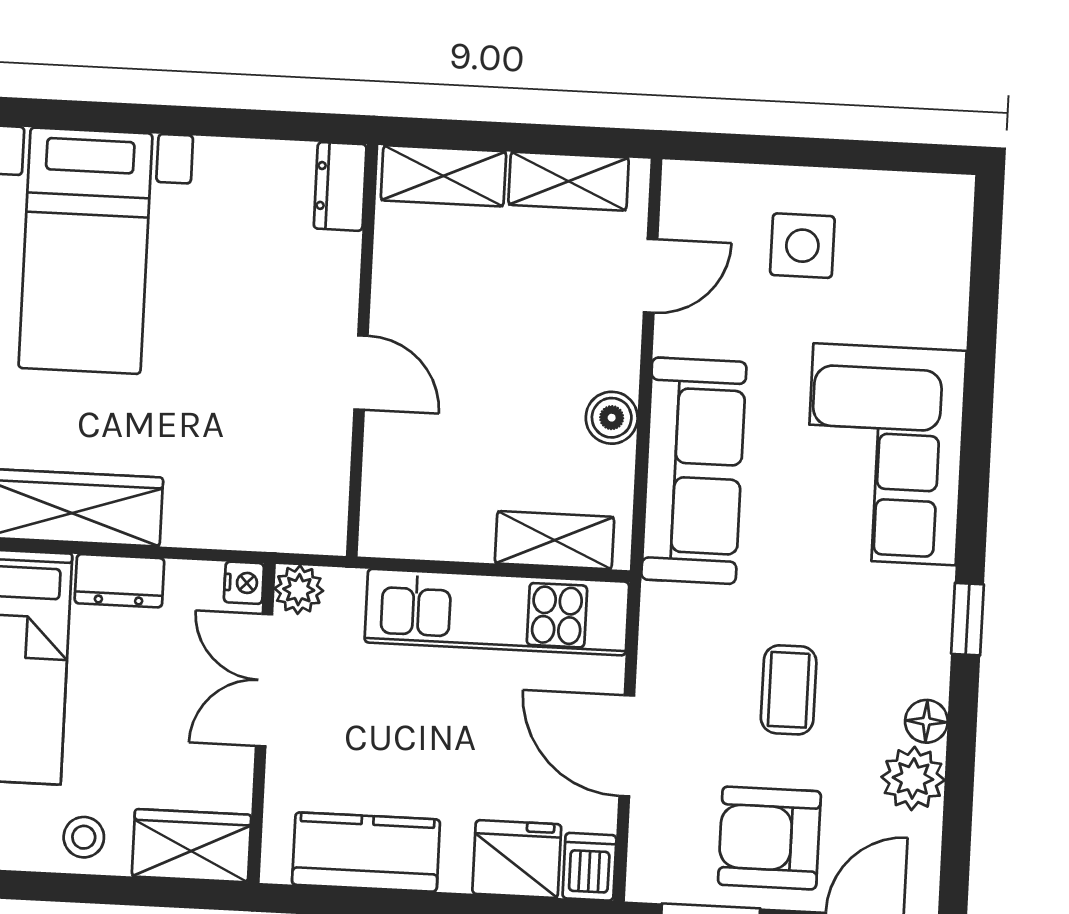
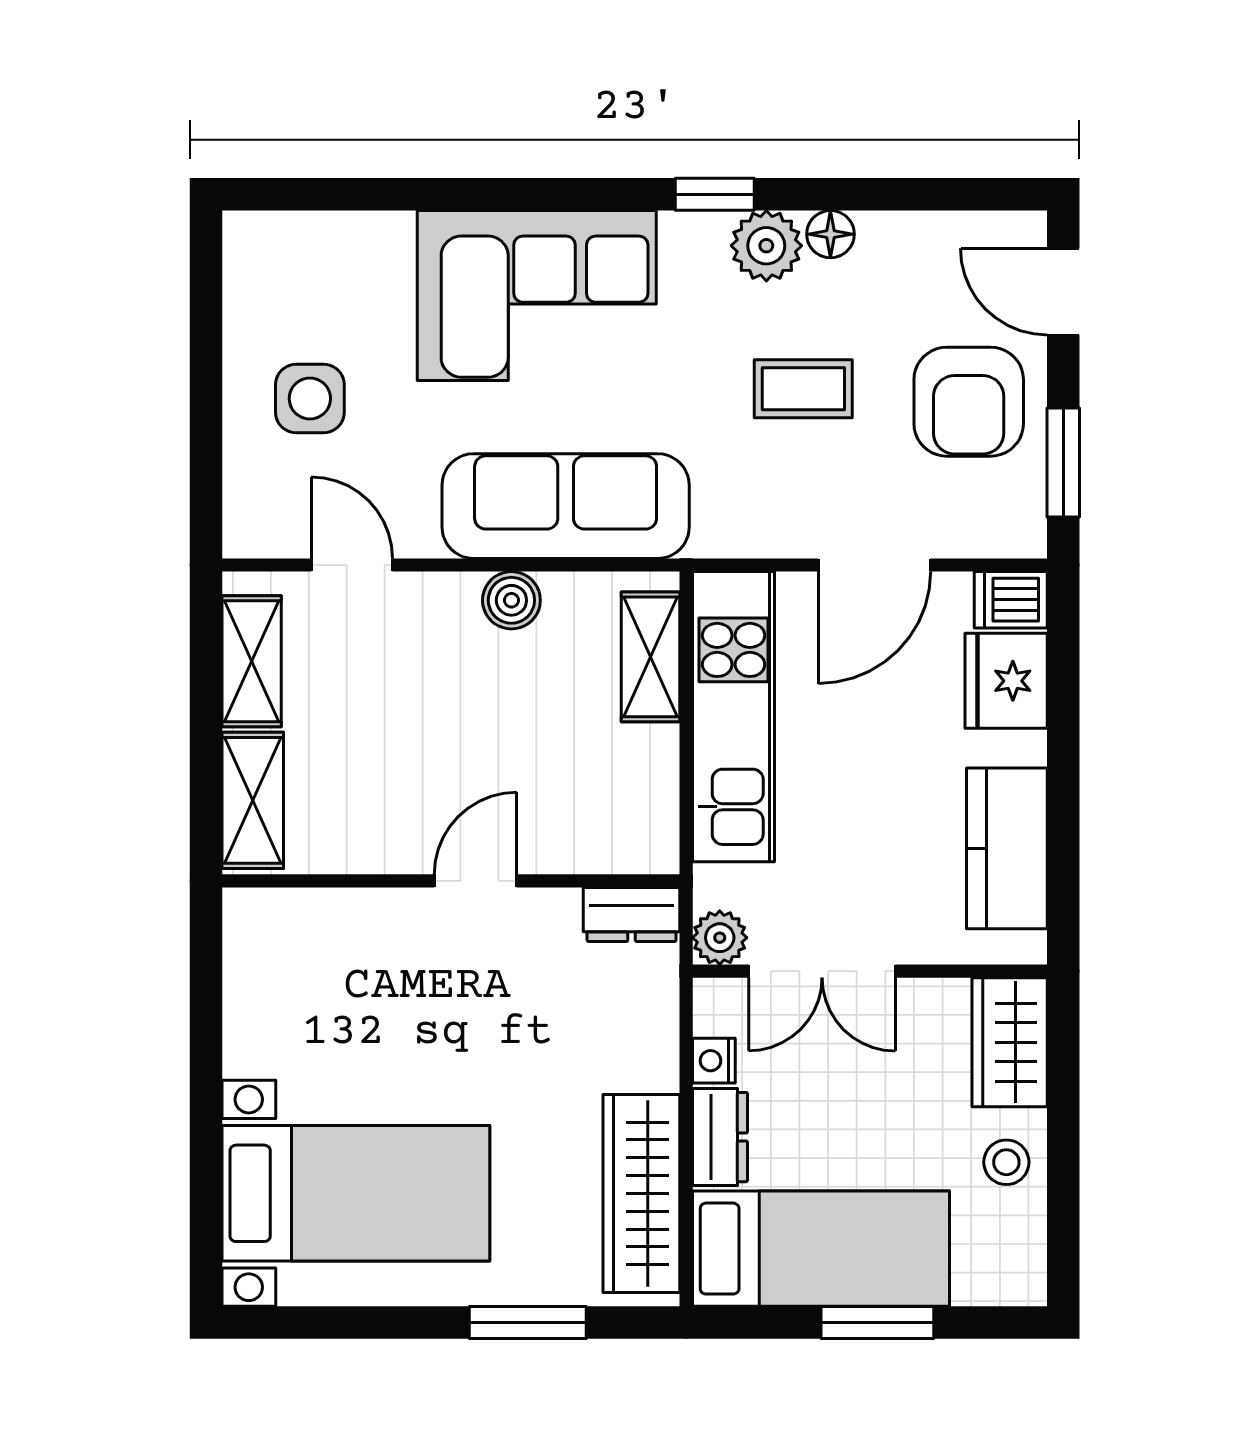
dresser: (340, 186) -> (632, 914), moved
nightstand: (244, 583) -> (714, 1061), moved, turned -90
plant: (913, 778) -> (766, 246), moved

